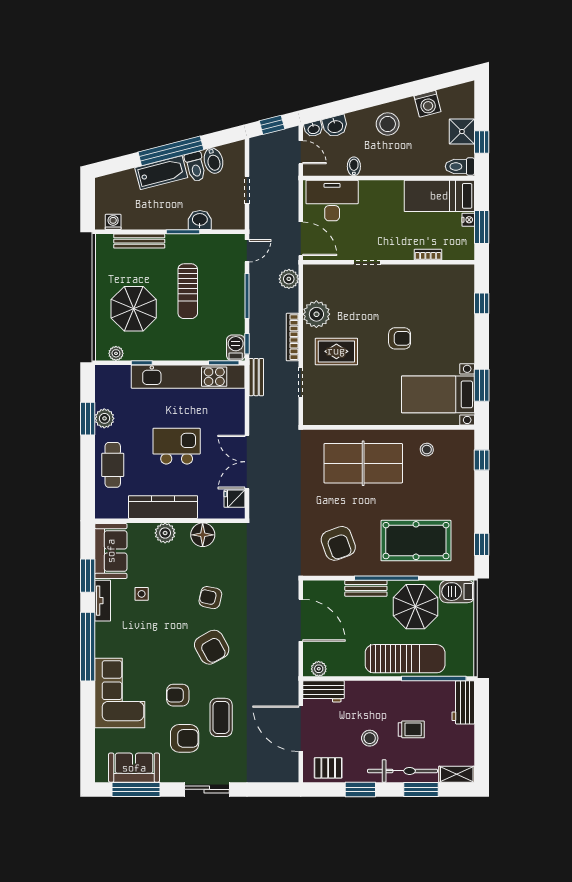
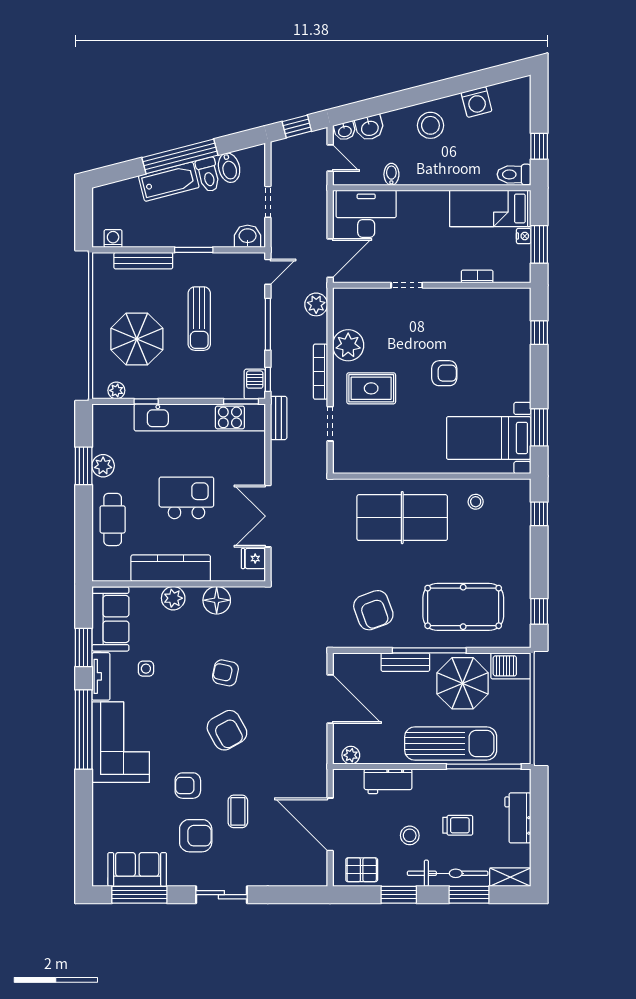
shower: (462, 132) -> (516, 134), removed
washbasin: (200, 220) -> (248, 236), moved
door: (301, 239) -> (330, 258), hinge flipped
workbench: (324, 691) -> (388, 781), moved
corner sofa: (120, 693) -> (121, 742), moved
workbench: (463, 702) -> (518, 818), moved
coffee table: (221, 717) -> (238, 811), width x0.73, depth x0.77

